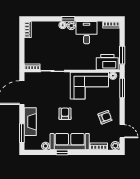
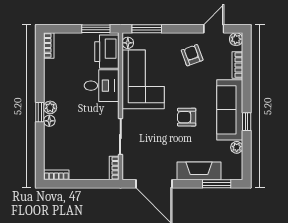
desk: (87, 33) -> (102, 86), moved, turned 180

